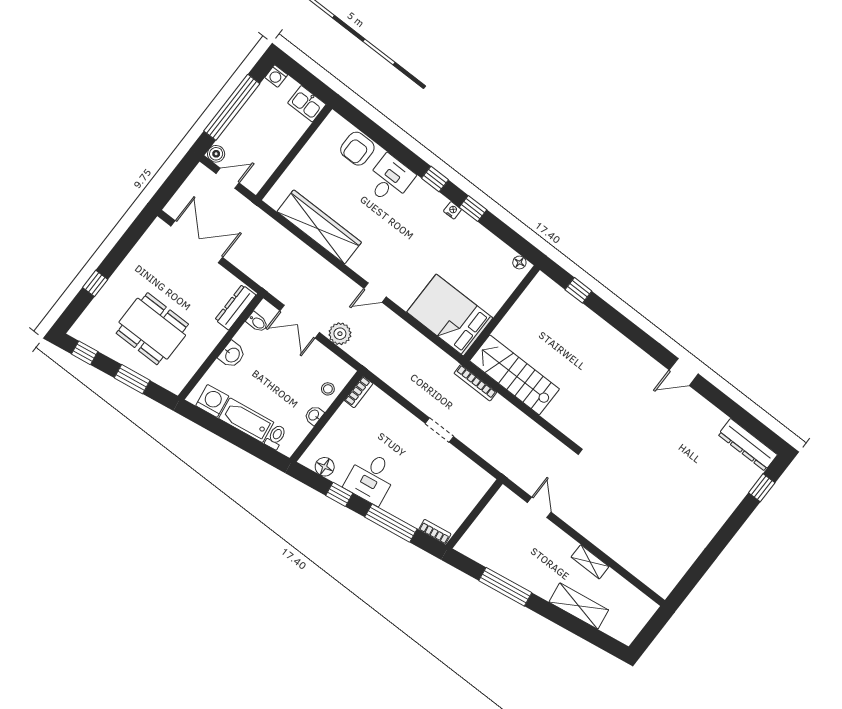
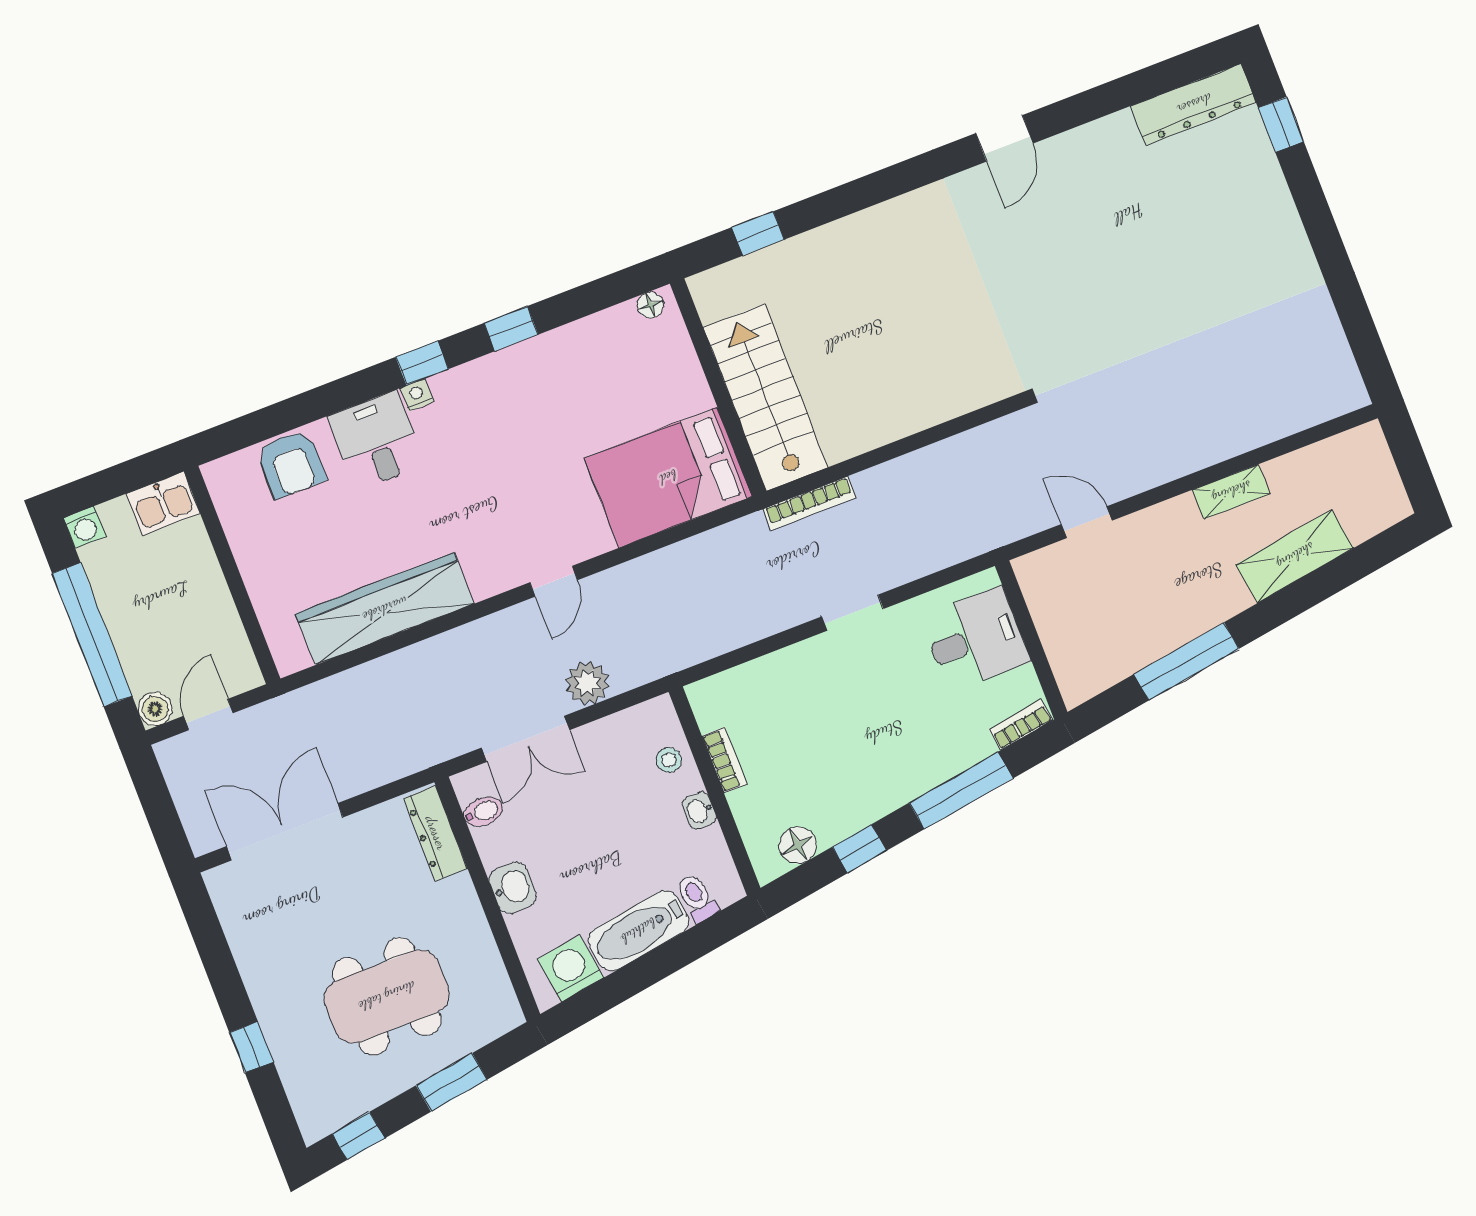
nightstand: (452, 210) -> (417, 395), moved
stairs: (515, 375) -> (766, 397), moved, turned 90
bookcase: (359, 392) -> (724, 760), moved
desk: (371, 478) -> (975, 639), moved, turned -81

